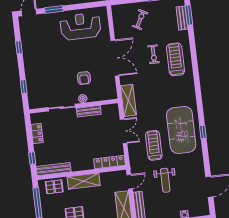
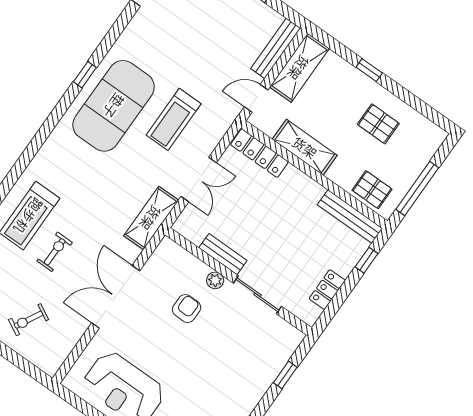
double door: (124, 131) -> (199, 179), swing flipped
weight bench: (165, 180) -> (203, 54), removed
shelving: (84, 181) -> (305, 147), moved

